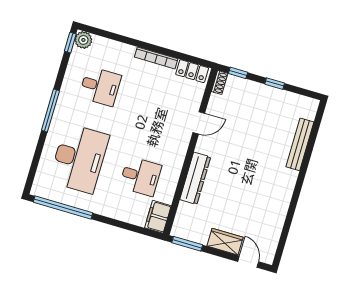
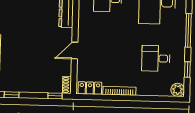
window: (70, 43) -> (187, 69), moved
window: (275, 84) -> (12, 95), moved

